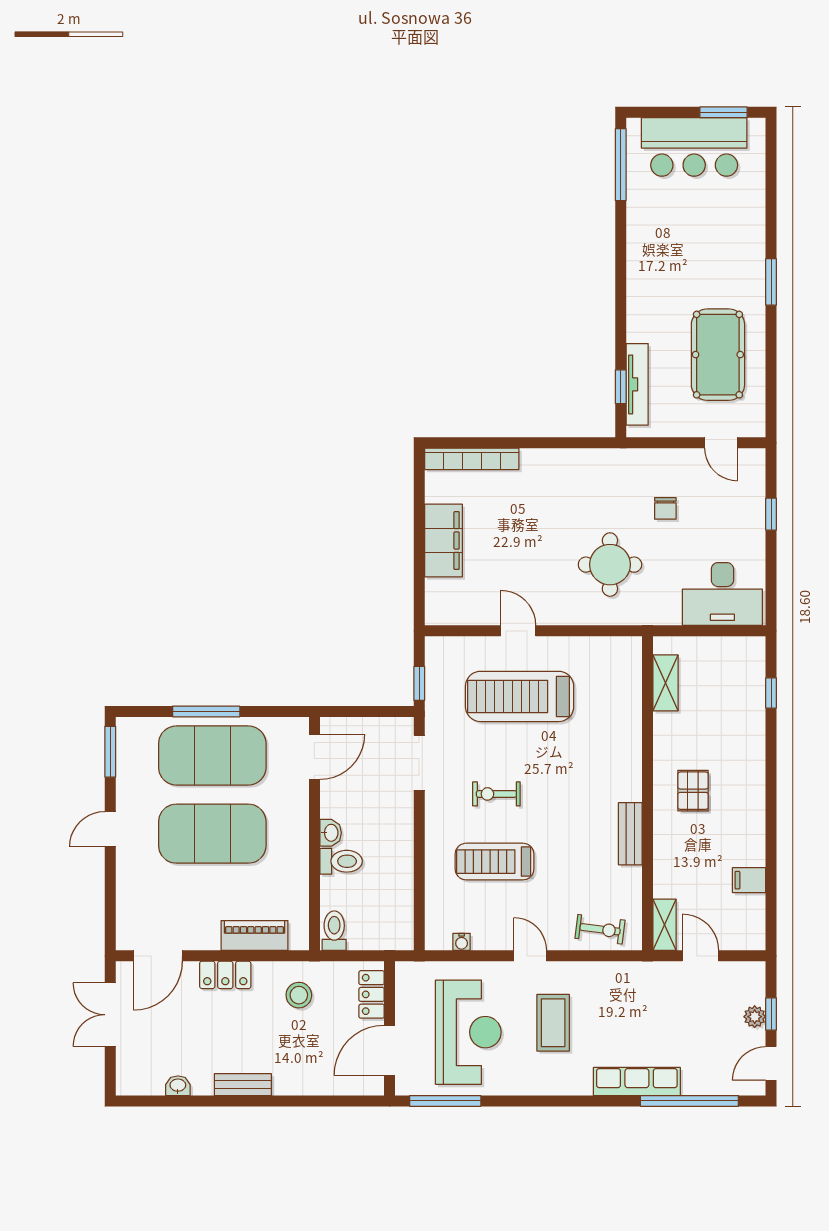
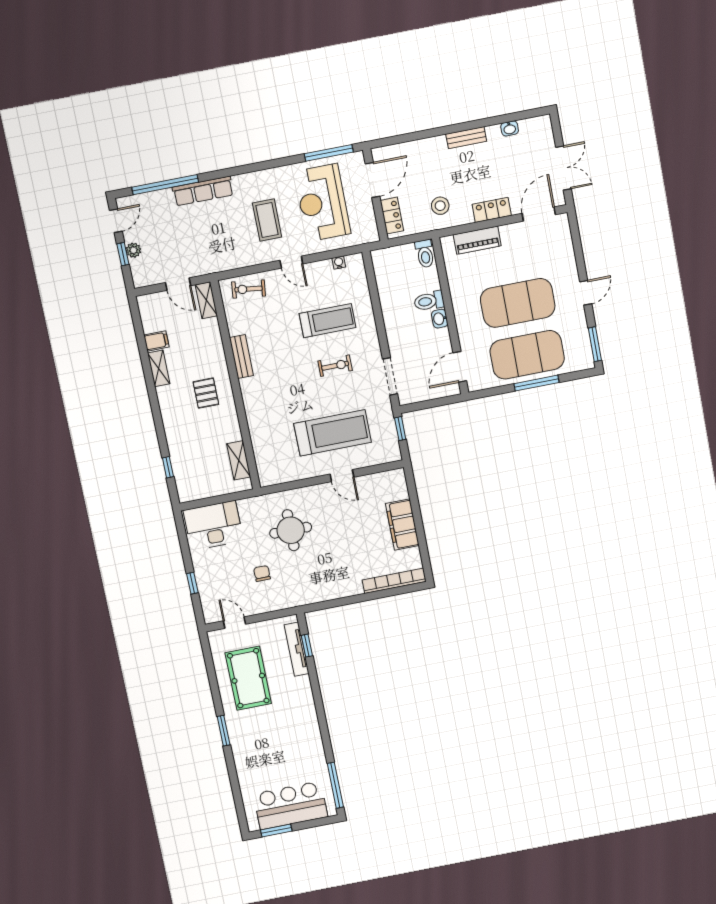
shelving: (754, 840) -> (159, 368), added

